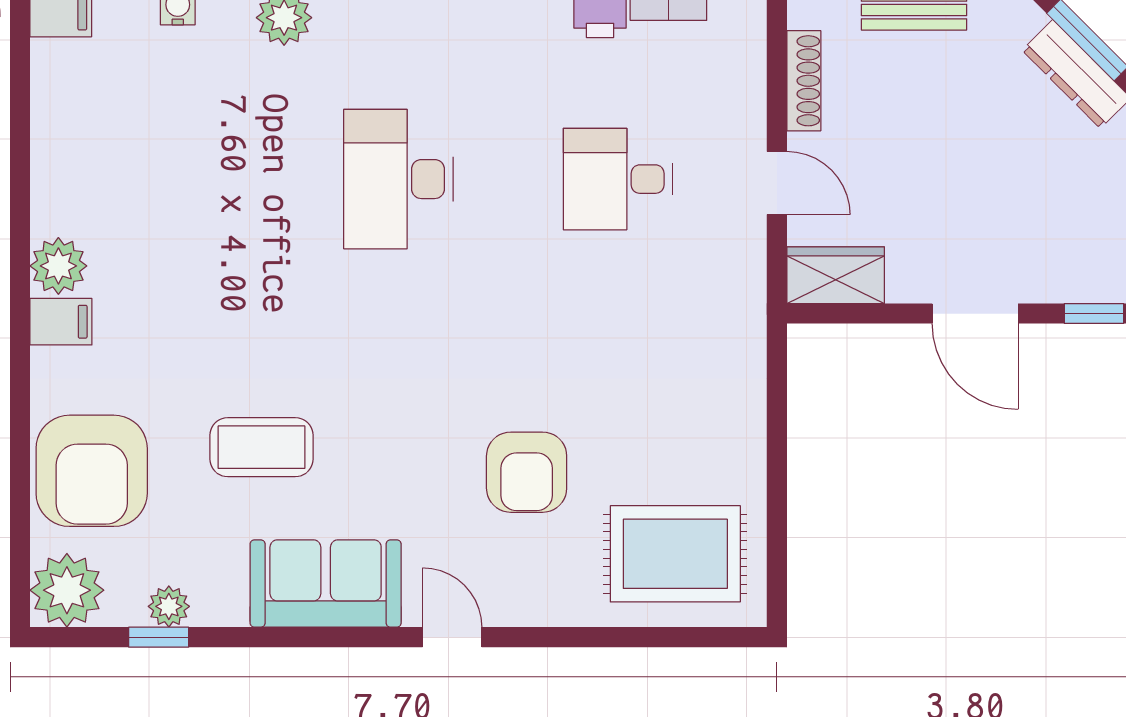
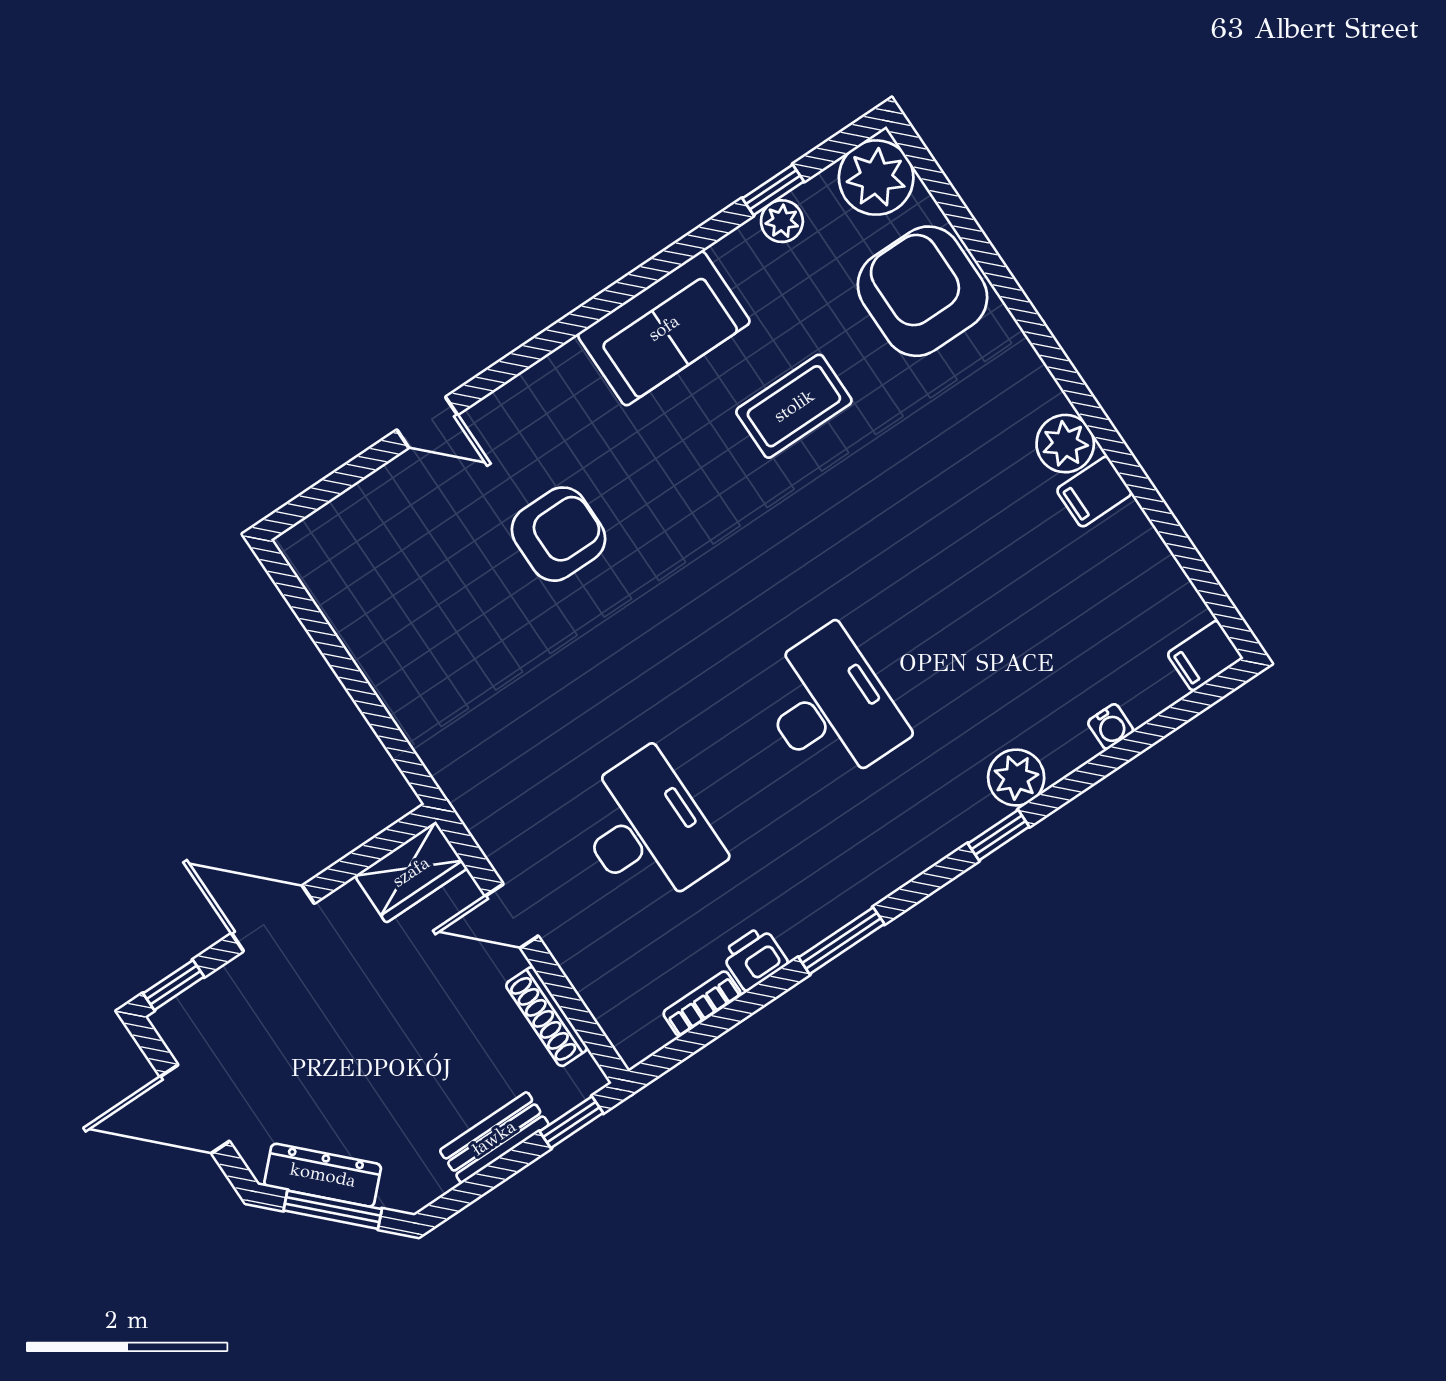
desk: (618, 179) -> (647, 830), width x1.37
filing cabinet: (61, 322) -> (1094, 492), moved
armchair: (527, 472) -> (558, 534), turned 90
rug: (675, 554) -> (388, 549), removed
door: (452, 637) -> (427, 422), moved

